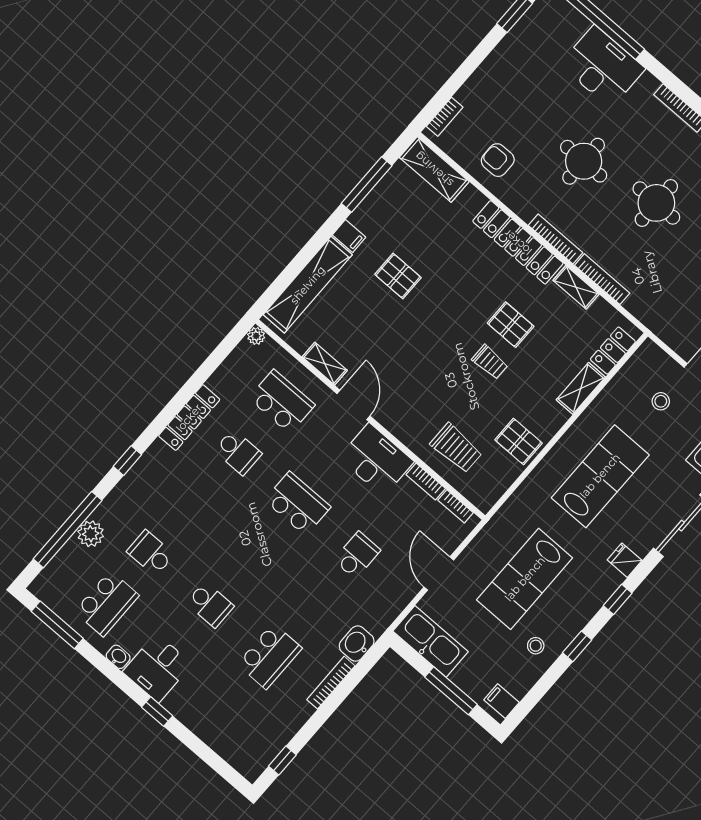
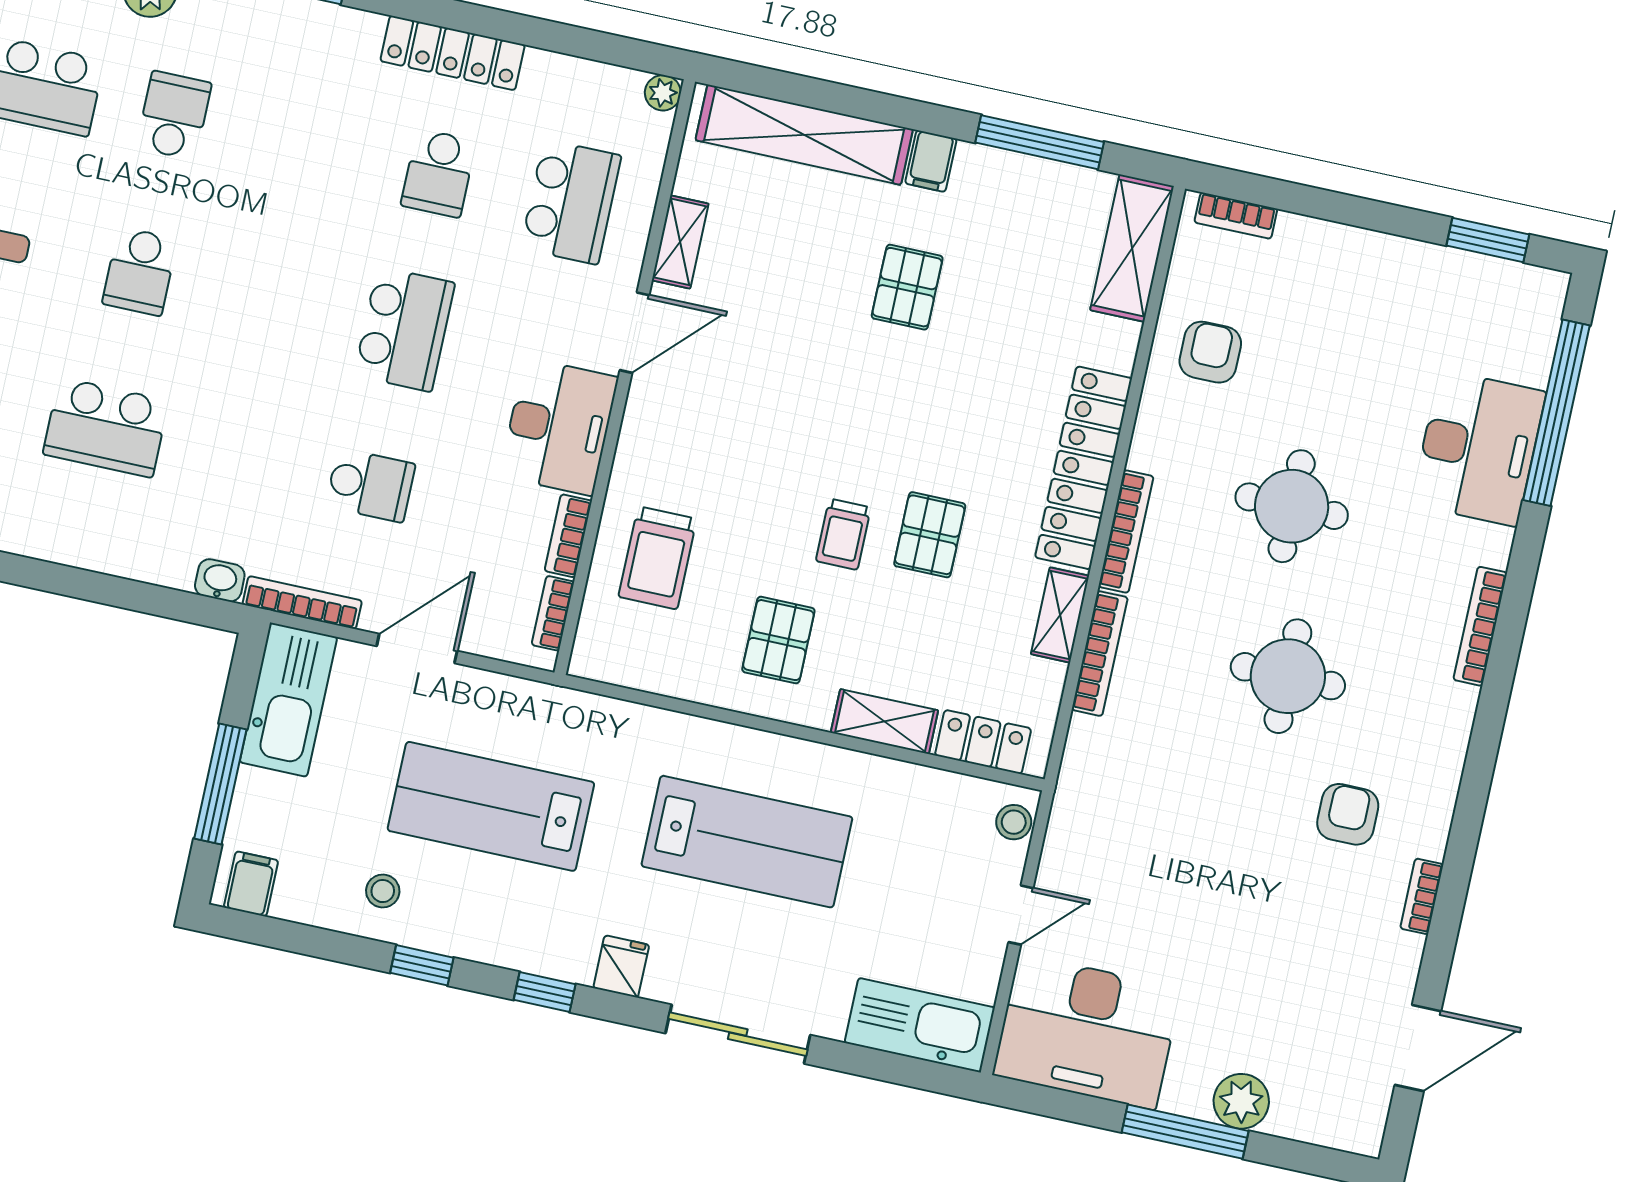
stool: (661, 401) -> (1014, 822), moved
pallet: (519, 441) -> (778, 640), moved
washbasin: (357, 644) -> (220, 580), width x0.72, depth x0.69
bookcase: (331, 683) -> (302, 602), moved

